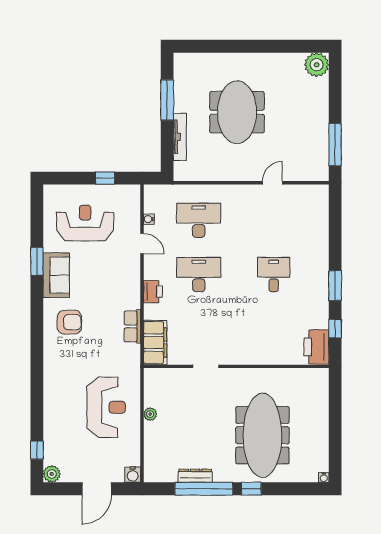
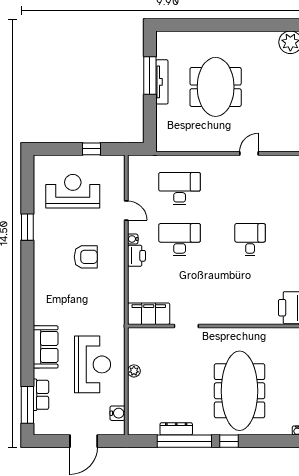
tv unit: (180, 137) -> (162, 82), moved
water cooler: (149, 219) -> (133, 239), moved
sofa: (56, 275) -> (46, 347), moved
armchair: (69, 322) -> (86, 257), moved
row of seats: (132, 326) -> (41, 395), moved, turned 180
filing cabinet: (155, 343) -> (149, 314), moved, turned -90
window: (37, 450) -> (27, 405), width x2.17
plant: (52, 474) -> (41, 427), removed
water cooler: (133, 475) -> (117, 413), moved, turned -90

